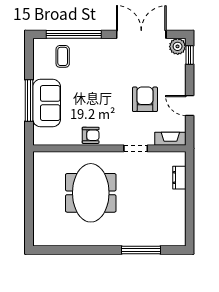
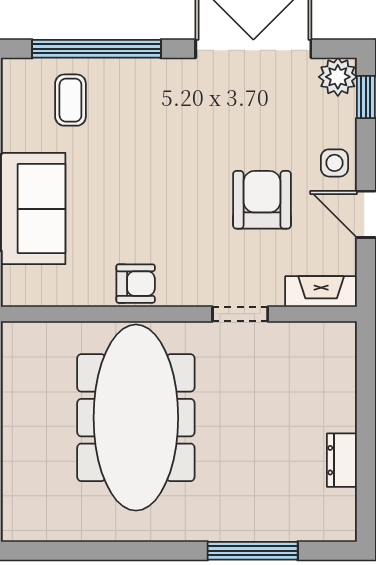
side table: (176, 83) -> (334, 163), added
dresser: (179, 178) -> (342, 460), moved
meeting table: (91, 193) -> (136, 418), width x1.36

